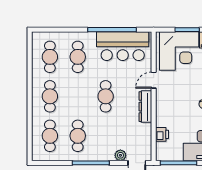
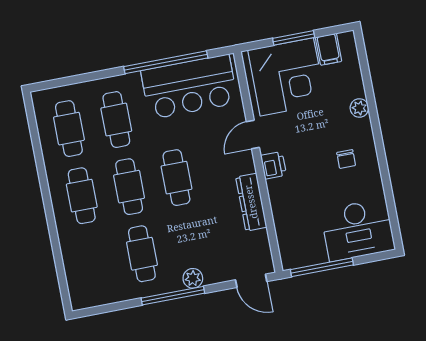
dresser: (145, 107) -> (251, 202), moved
printer: (162, 134) -> (274, 165), moved
cafe table: (50, 136) -> (129, 187), moved
plant: (120, 155) -> (193, 278), moved

